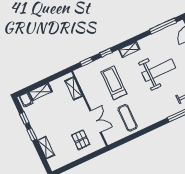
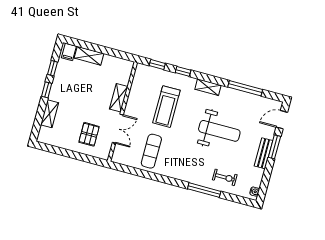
window: (163, 26) -> (245, 88), moved
treadmill: (114, 83) -> (166, 107), turned 180
shelving: (74, 88) -> (119, 98), moved

